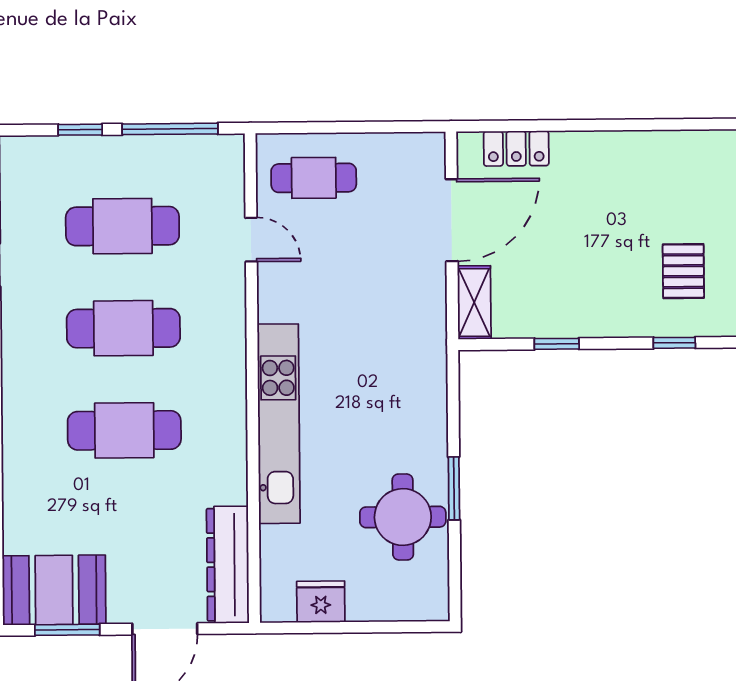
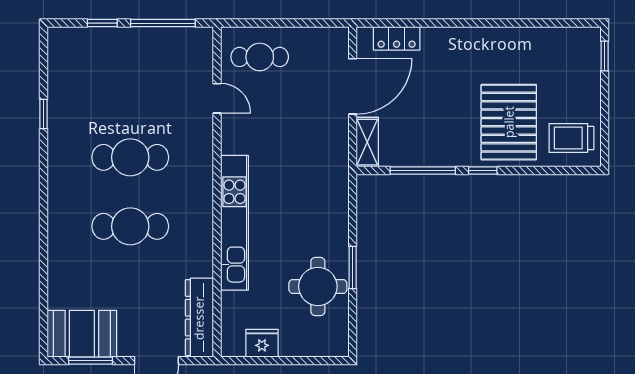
cafe table: (122, 226) -> (130, 88), removed
pallet: (683, 271) -> (509, 122), width x2.05, depth x2.00
window: (674, 343) -> (483, 170), moved
window: (557, 344) -> (423, 170), width x2.17

